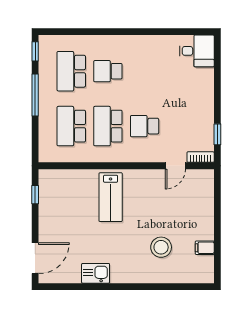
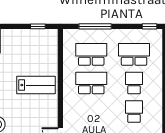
window: (35, 95) -> (95, 26), moved
school desk: (145, 126) -> (134, 112), moved
lab bench: (111, 197) -> (36, 85), turned 180

